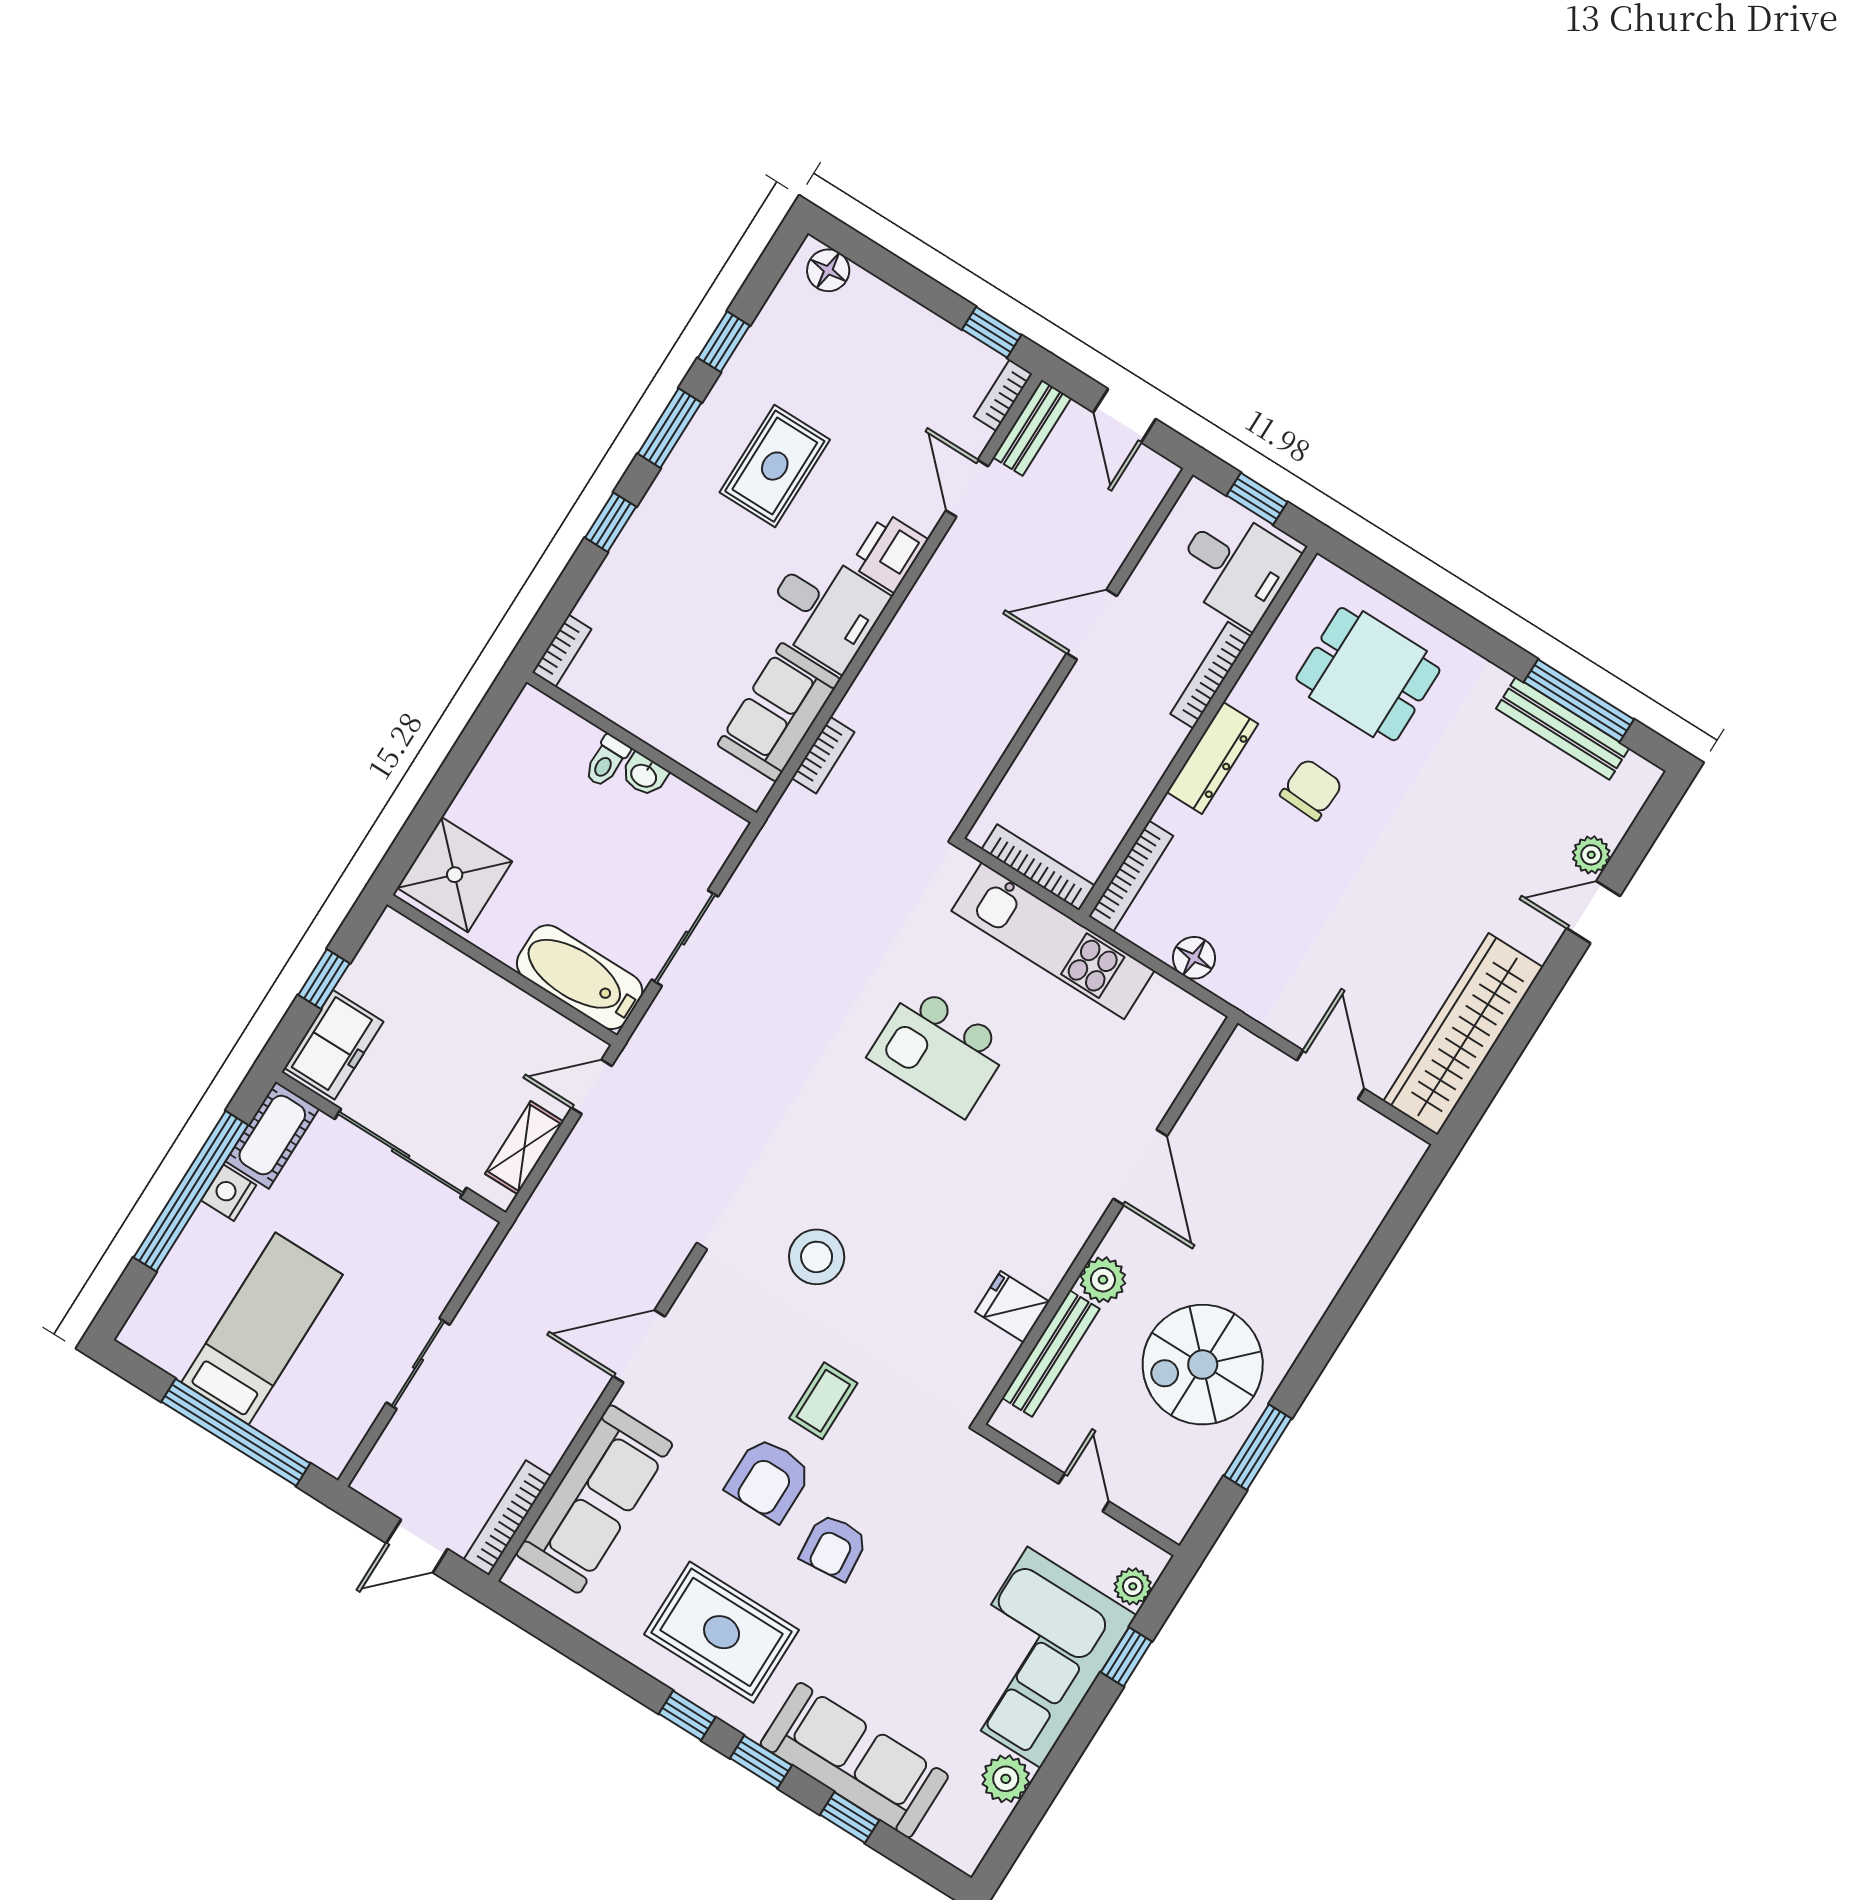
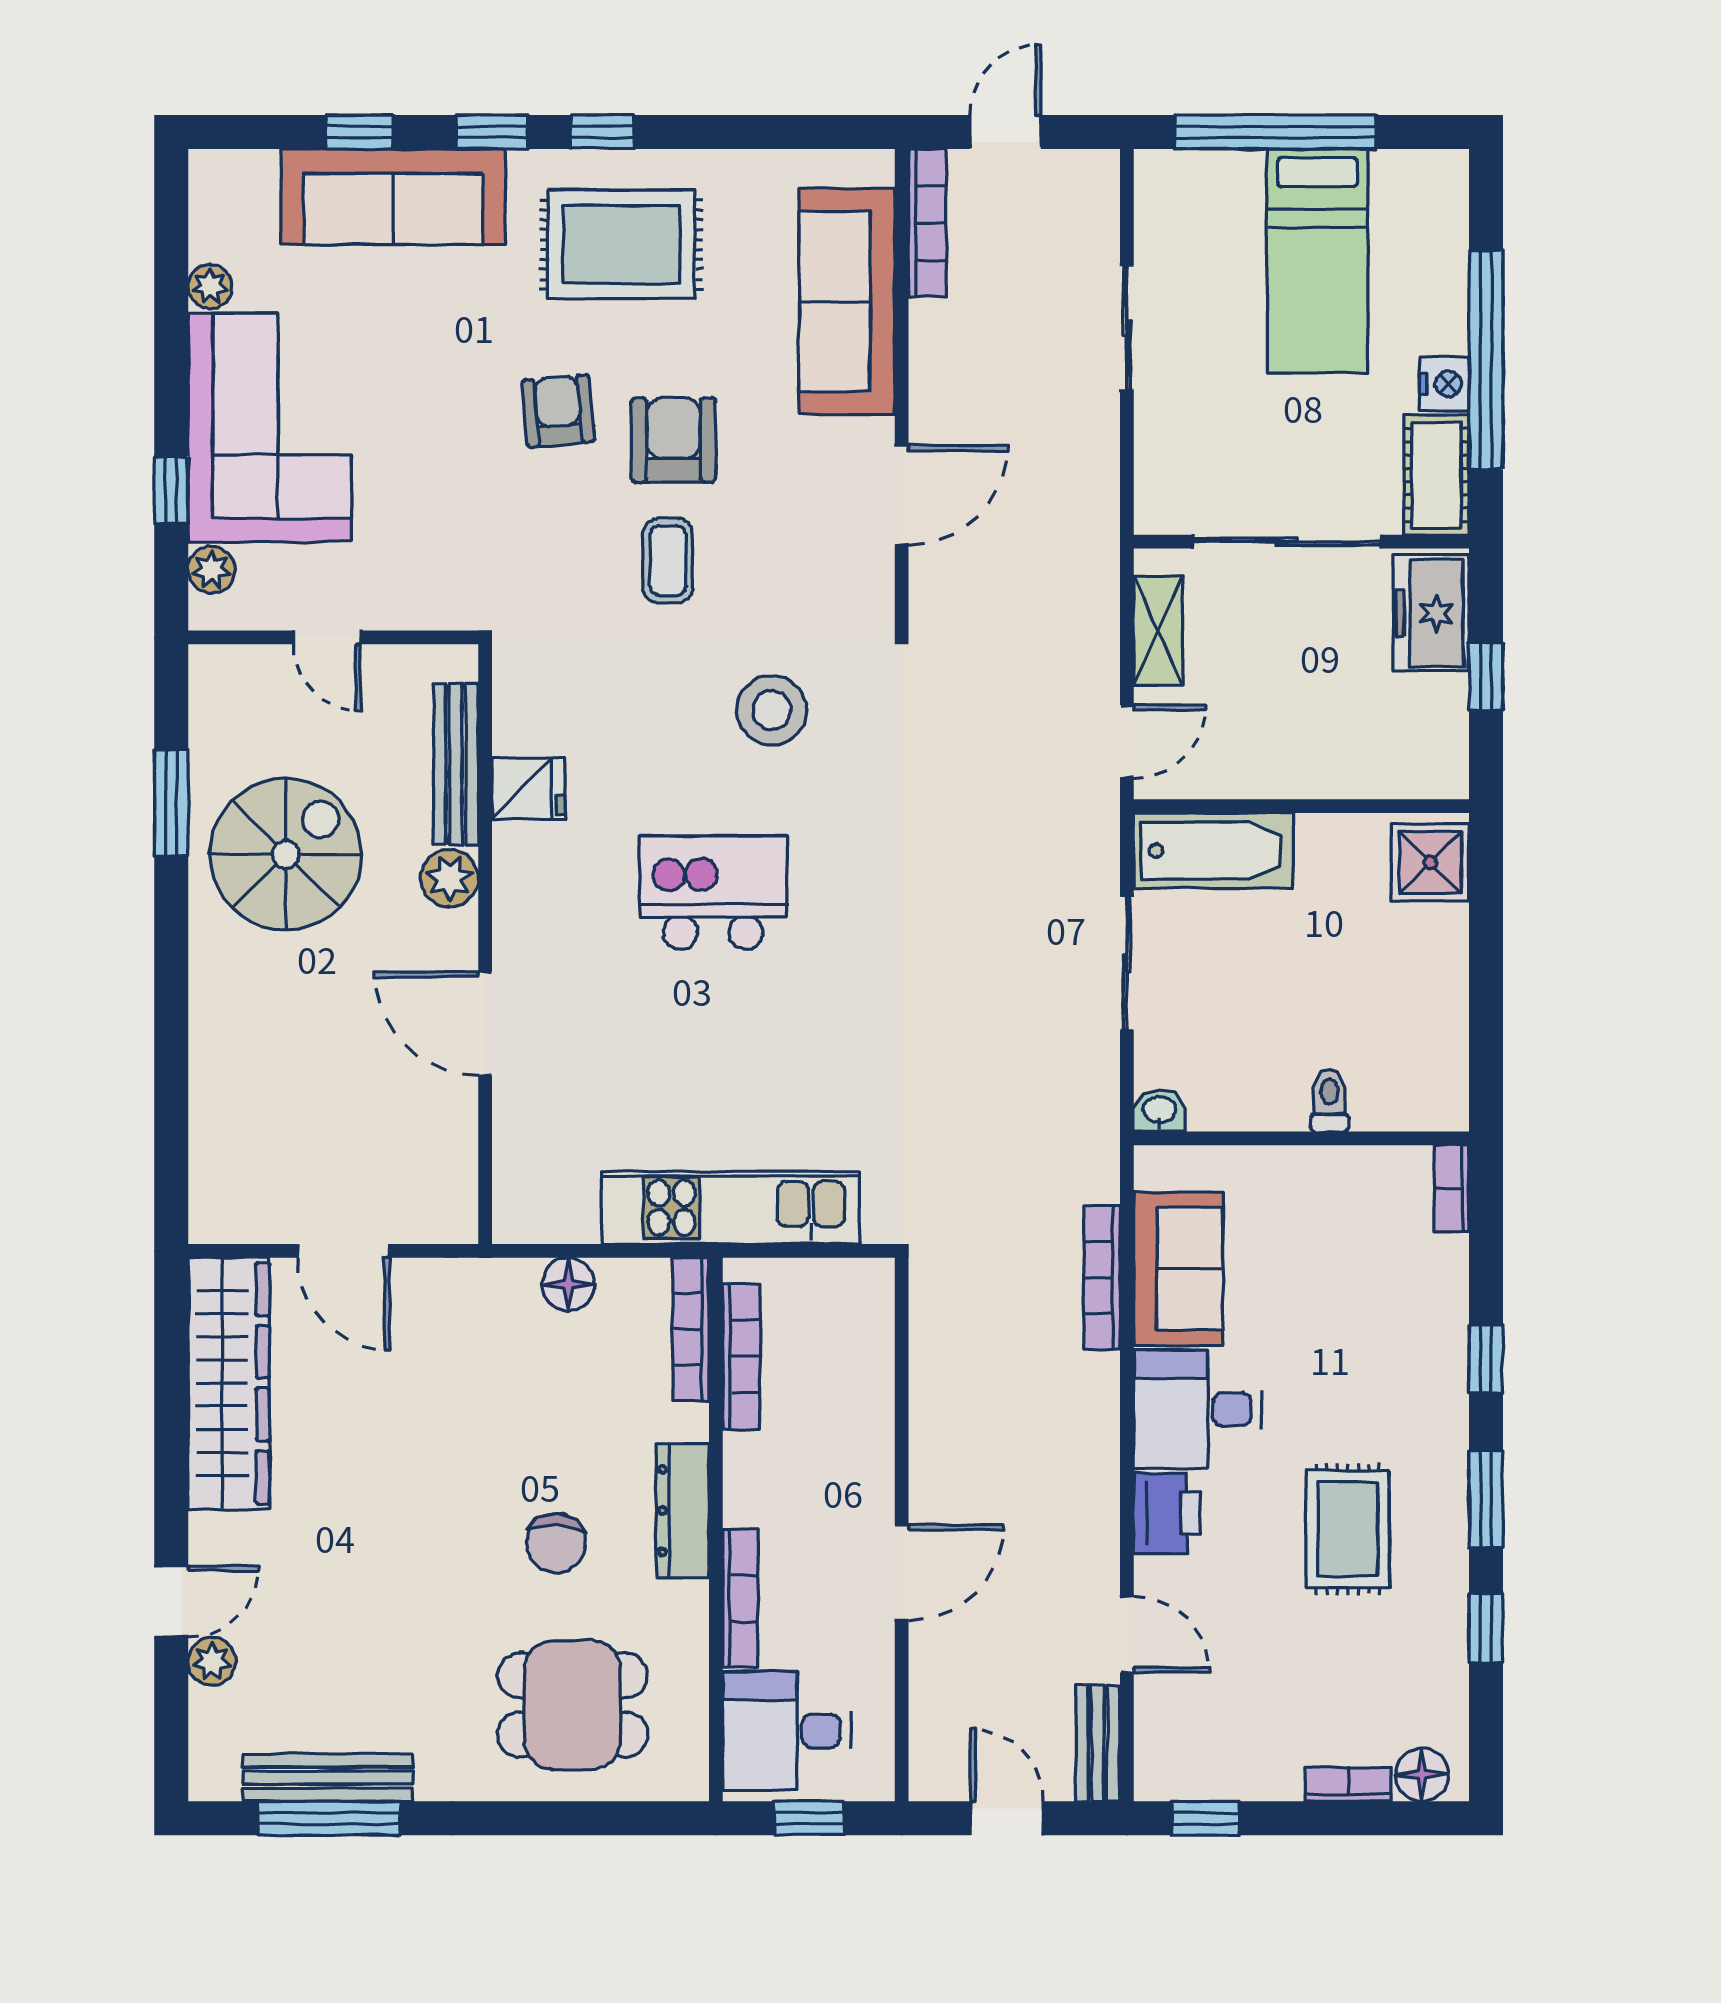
bookcase: (1003, 395) -> (1348, 1784), moved, turned -90
bookcase: (823, 755) -> (1102, 1278), width x1.56
washbasin: (644, 775) -> (1159, 1111), moved
bookcase: (1038, 867) -> (741, 1356), moved, turned -90
shower: (455, 875) -> (1430, 862), width x0.73, depth x0.73
kitchen island: (939, 1051) -> (713, 893), moved
plant: (1006, 1779) -> (210, 287), width x0.73, depth x0.73

